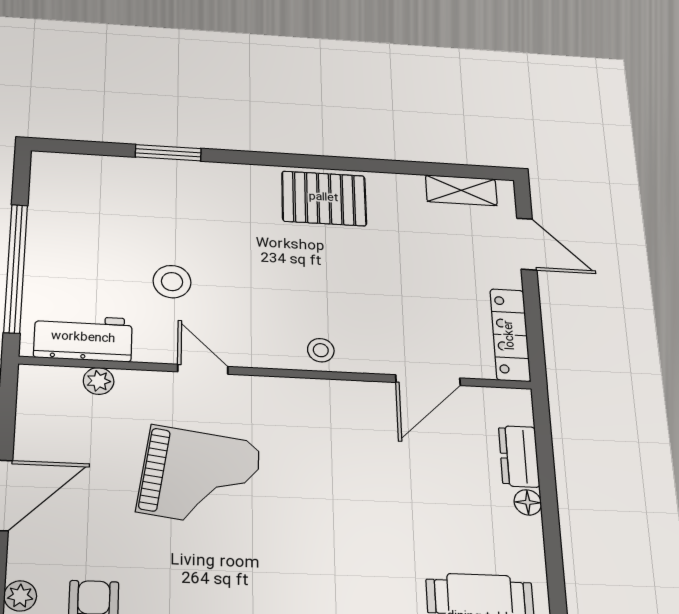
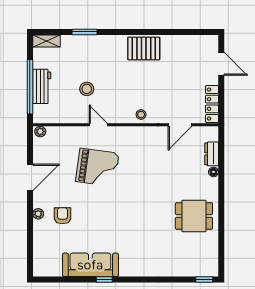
shelving: (461, 190) -> (47, 41), moved
workbench: (83, 338) -> (42, 86), moved, turned 90
plant: (99, 381) -> (40, 132), moved

